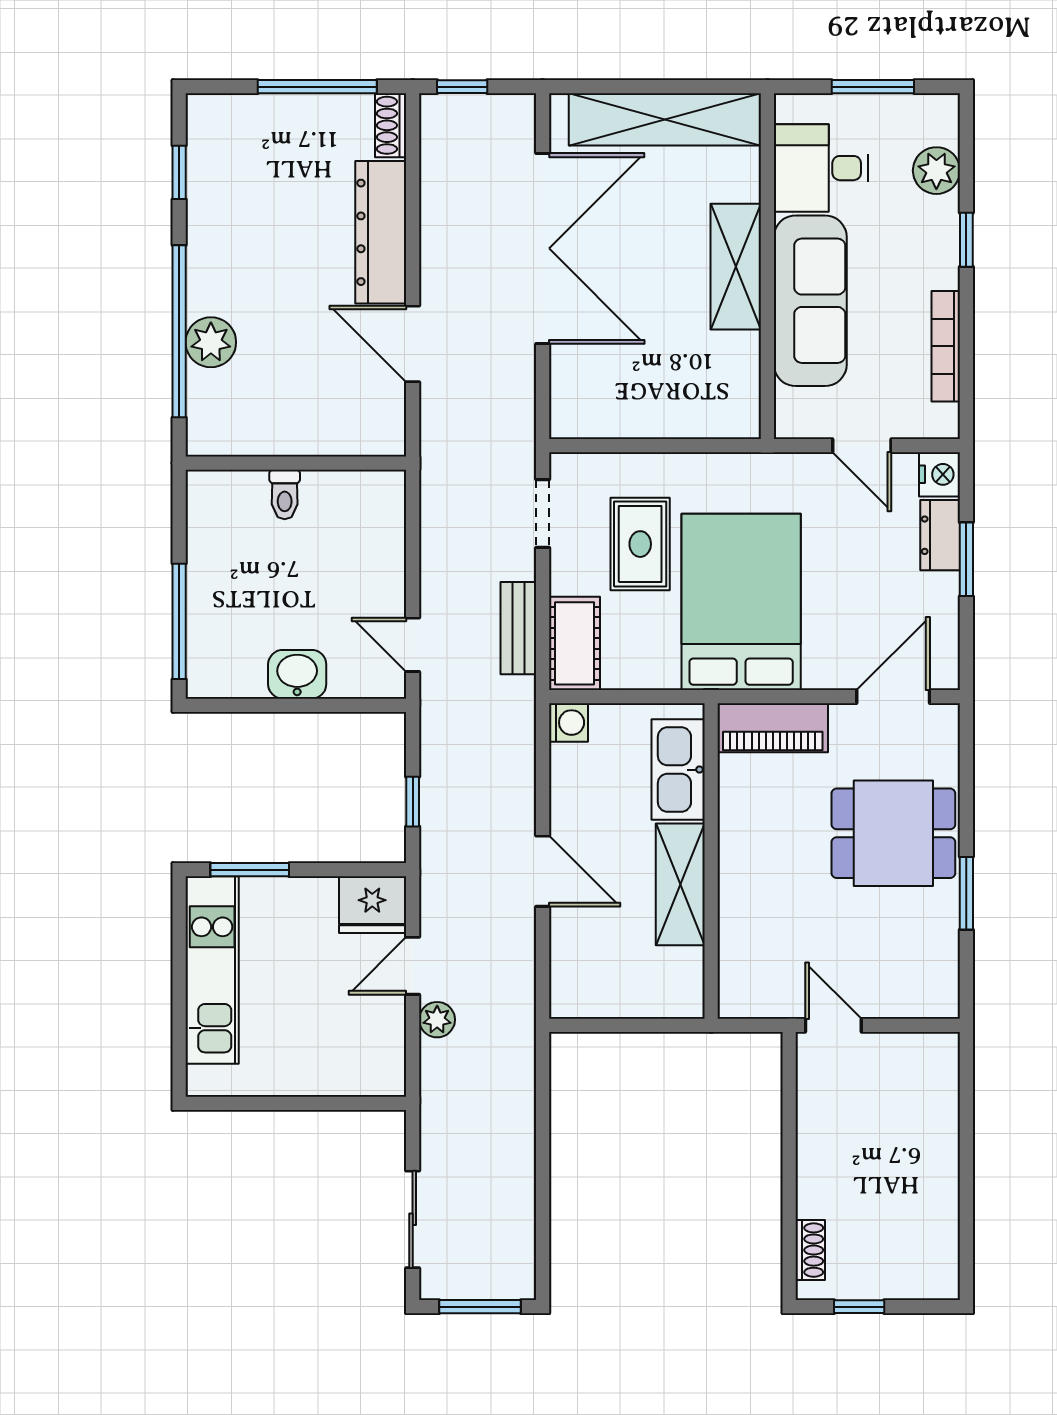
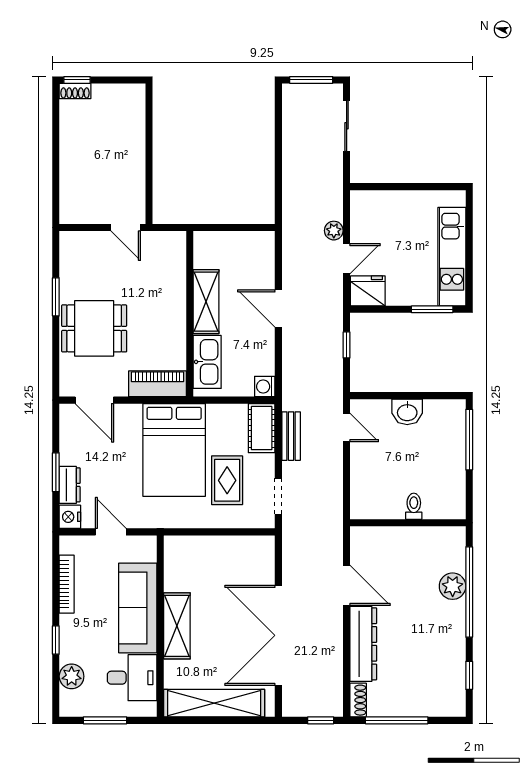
door: (893, 697) -> (94, 400), hinge flipped
shoe rack: (810, 1250) -> (75, 91), moved, turned -90
window: (859, 1307) -> (77, 80), moved

